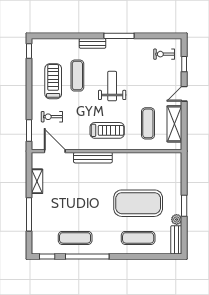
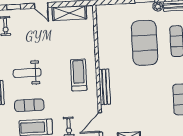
weight bench: (112, 86) -> (27, 73), moved
exercise mat: (148, 123) -> (70, 38), removed

